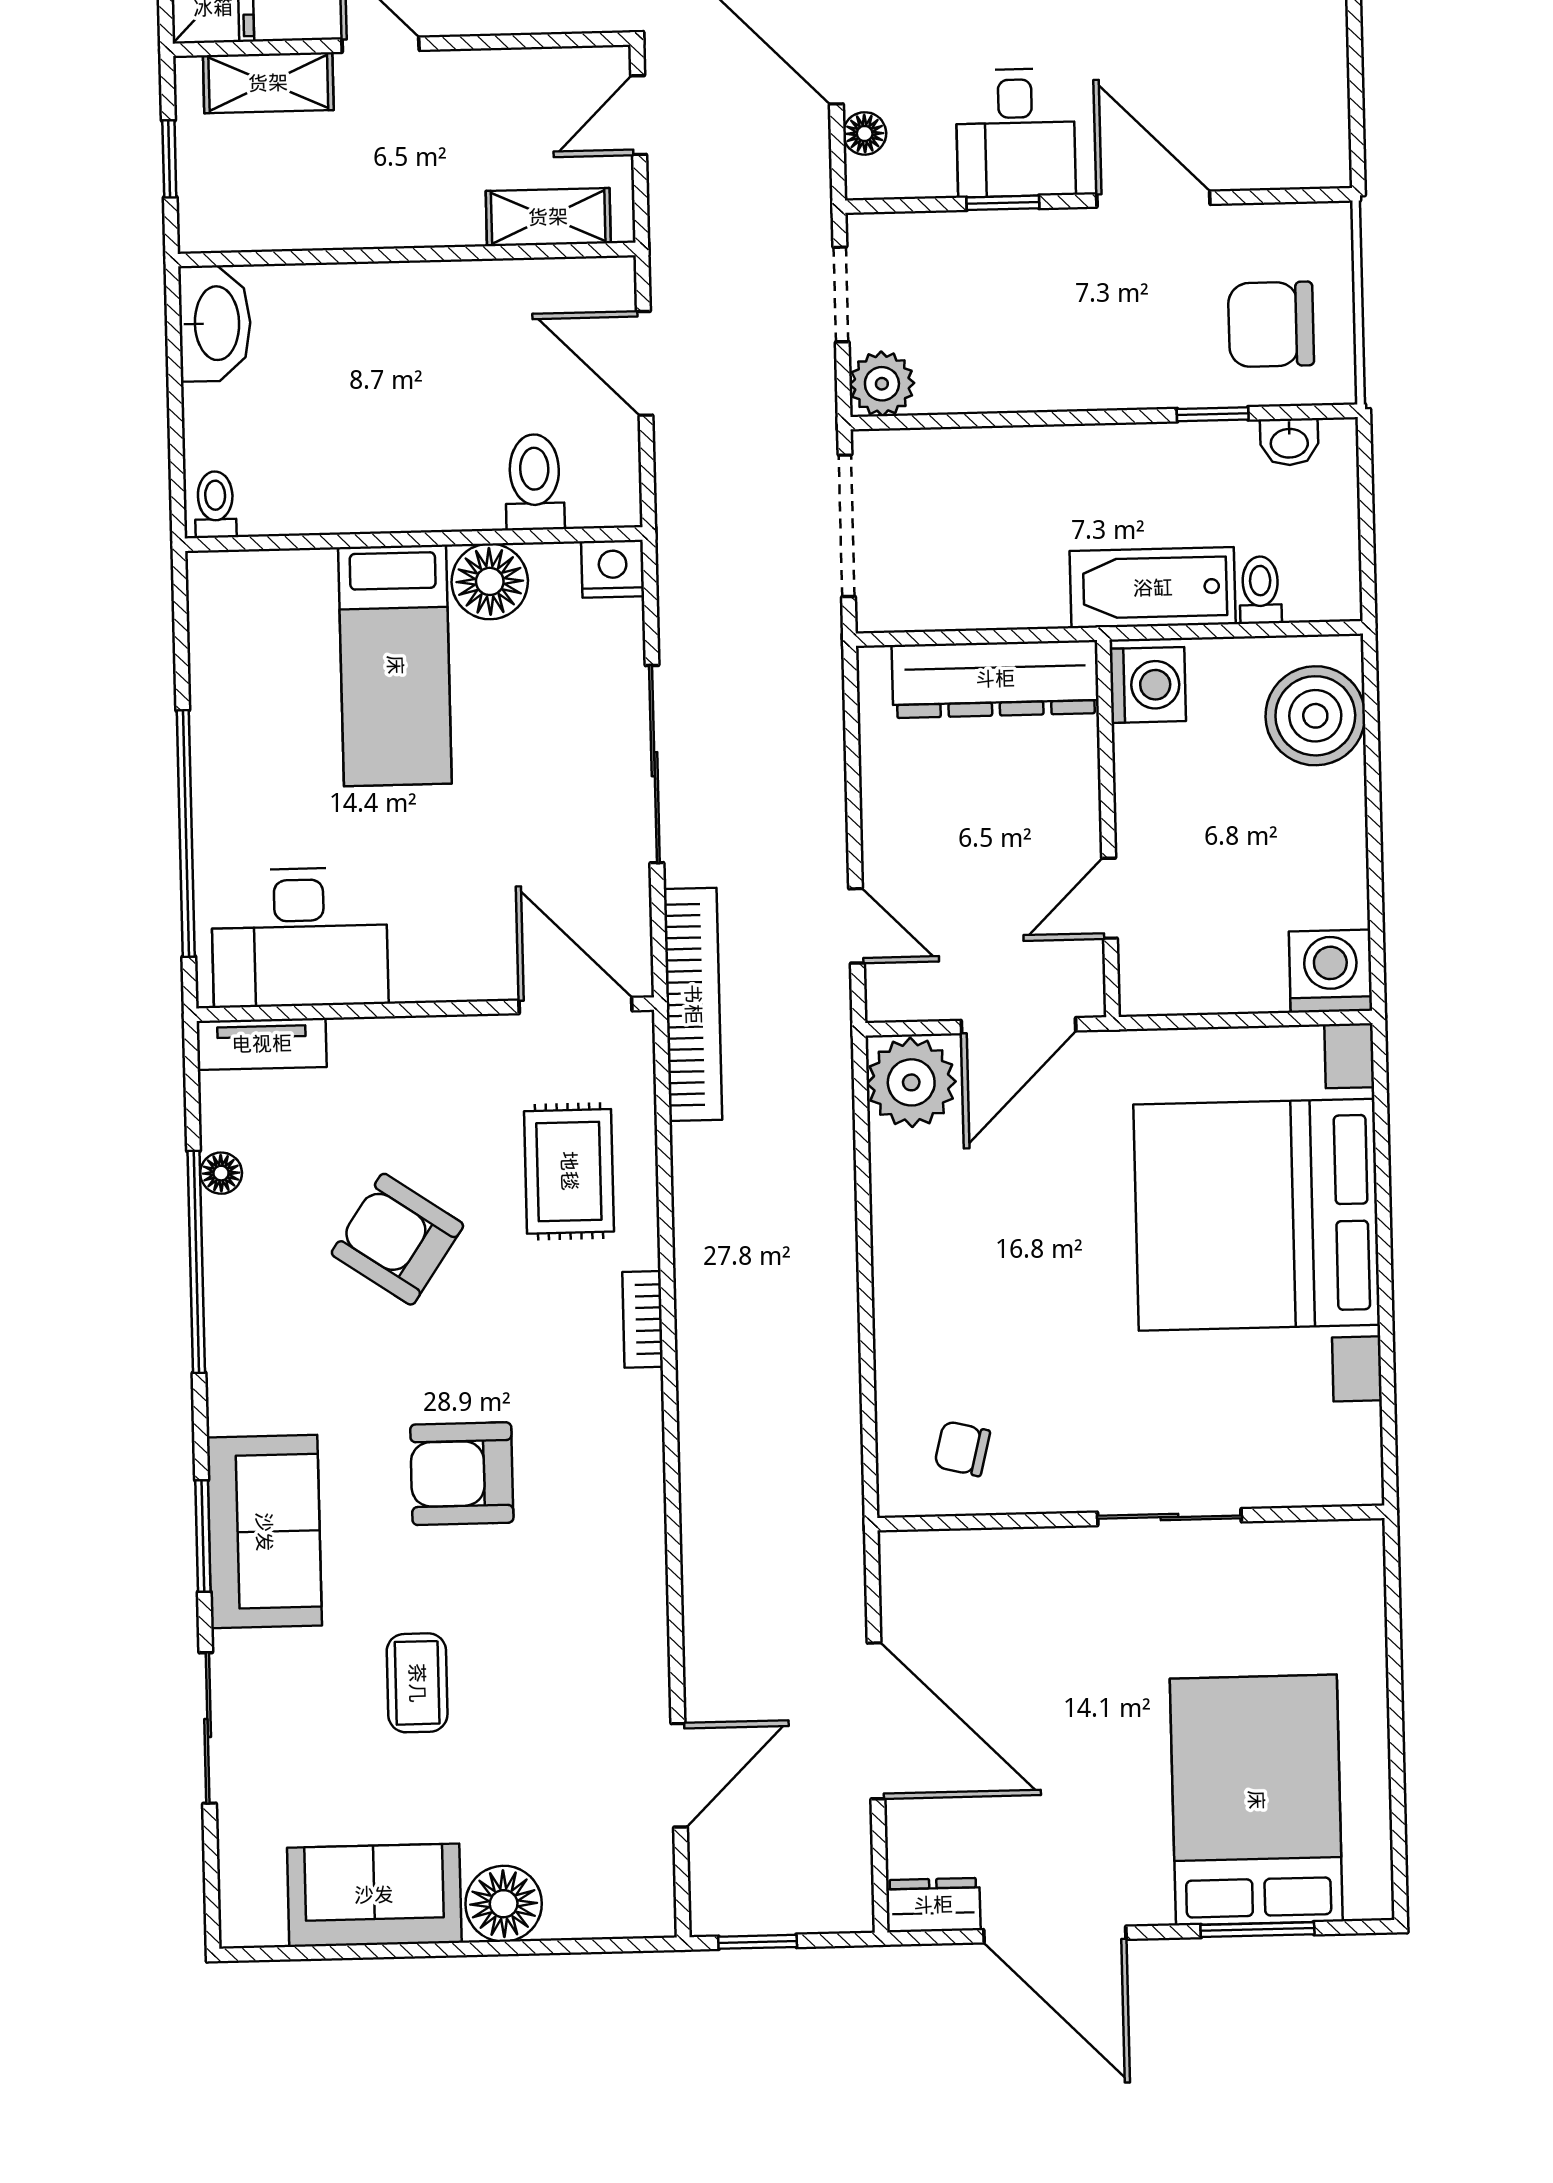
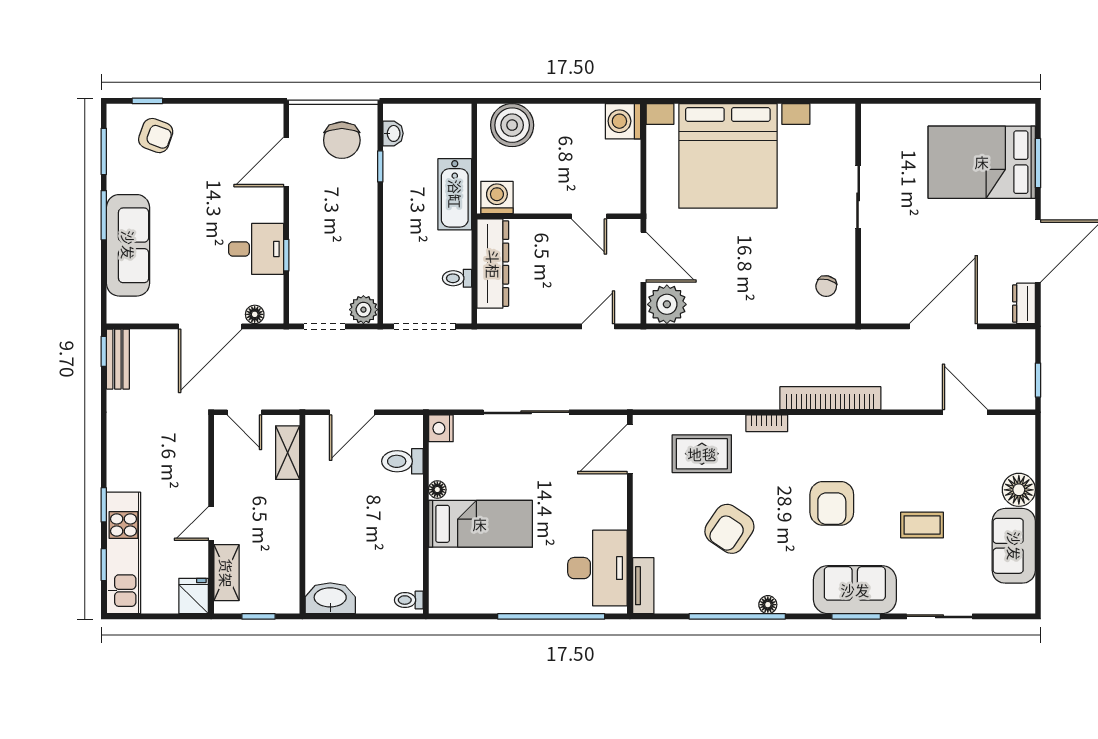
door: (1153, 199) -> (286, 162), moved
floor lamp: (490, 581) -> (437, 490), width x0.53, depth x0.53
toilet: (1260, 590) -> (457, 278), moved
bookcase: (693, 1004) -> (830, 398), moved
floor lamp: (221, 1173) -> (768, 605), moved

